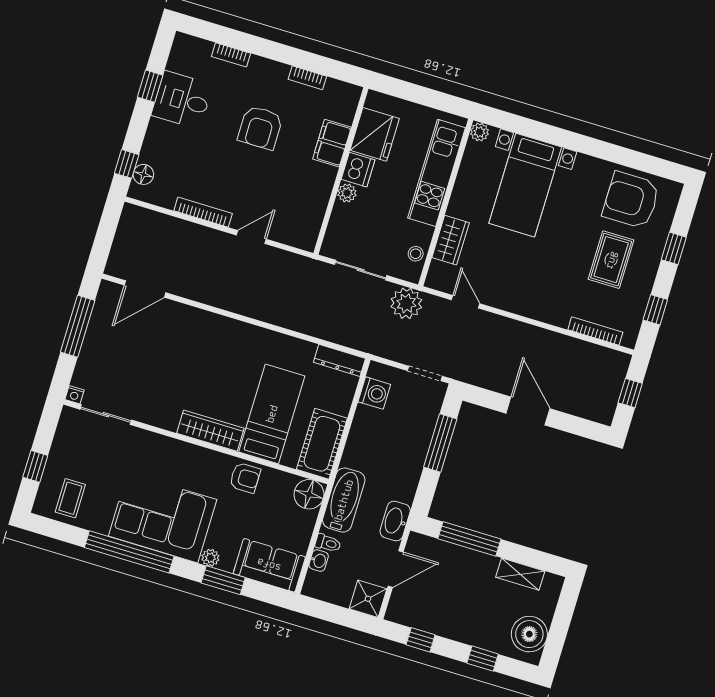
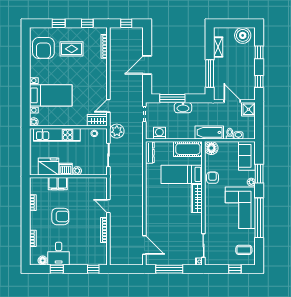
floor lamp: (143, 174) -> (43, 260), moved
wardrobe: (451, 240) -> (97, 120), moved
washbasin: (395, 521) -> (183, 108), moved

